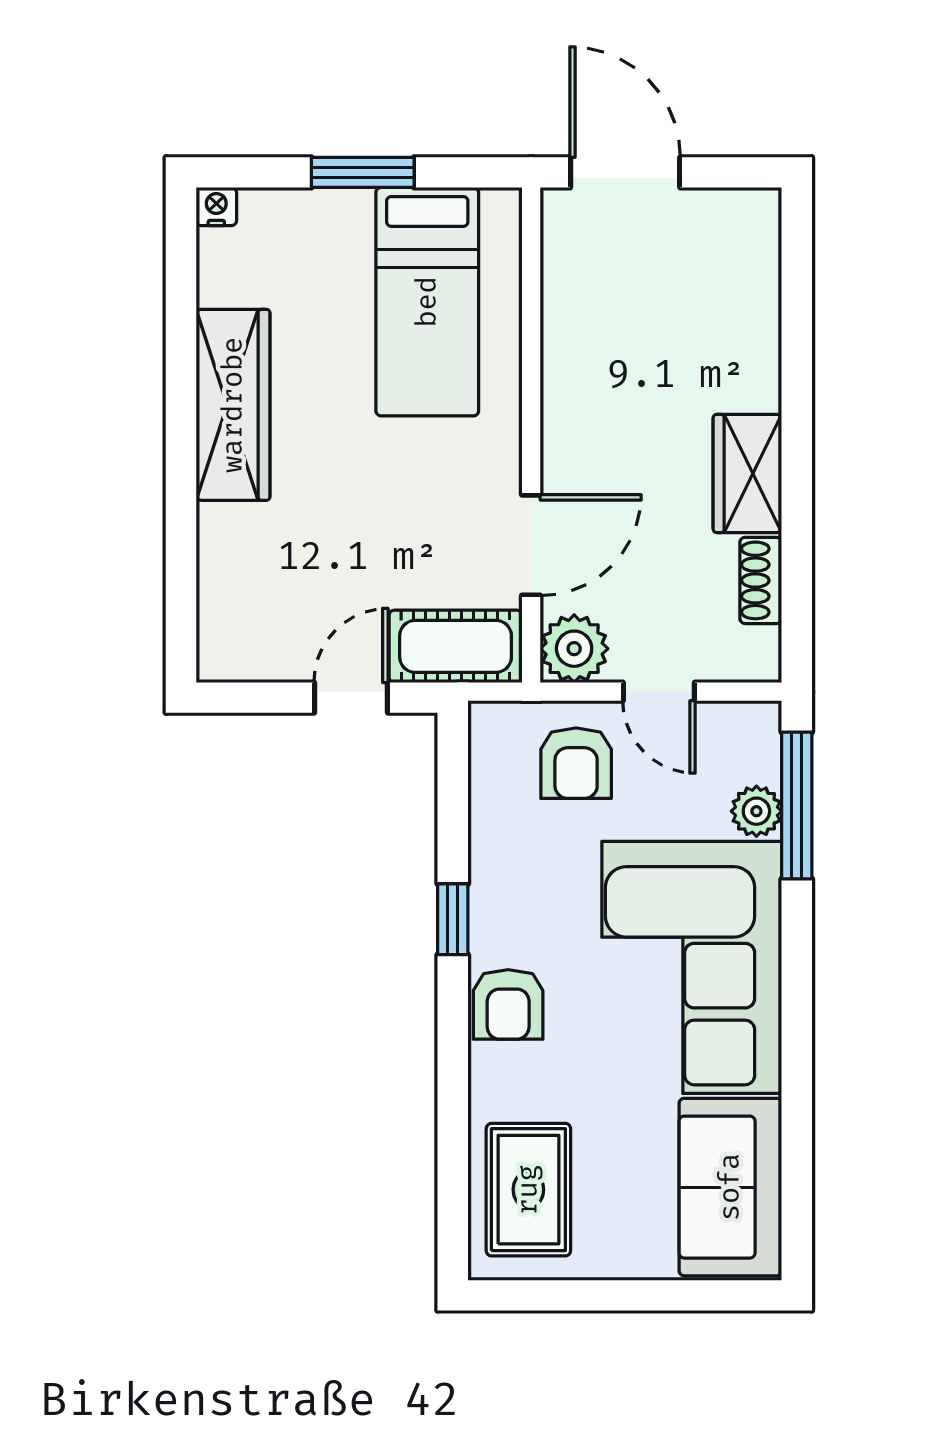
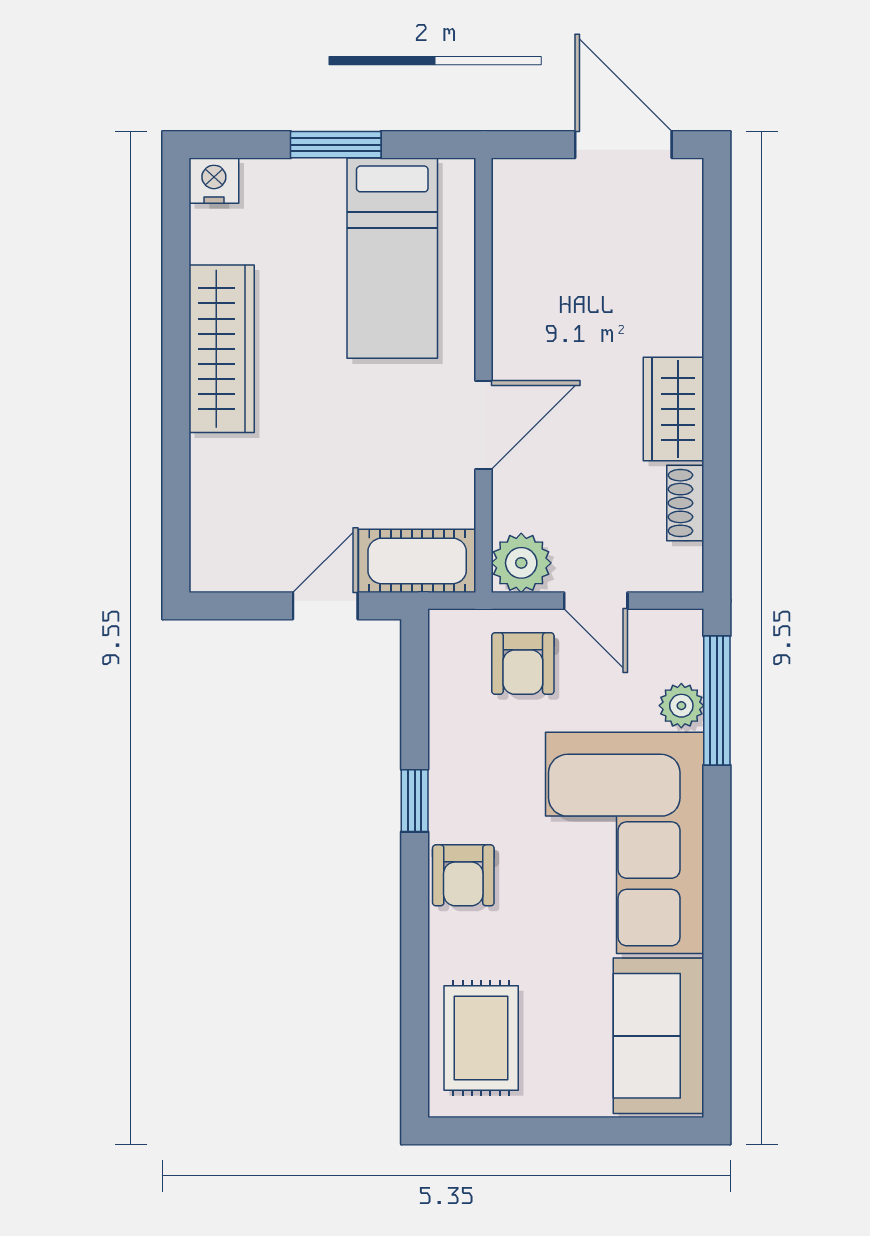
door: (625, 172) -> (623, 145), moved
nightstand: (216, 207) -> (214, 181), width x1.39, depth x1.35
door: (531, 545) -> (484, 425), moved

